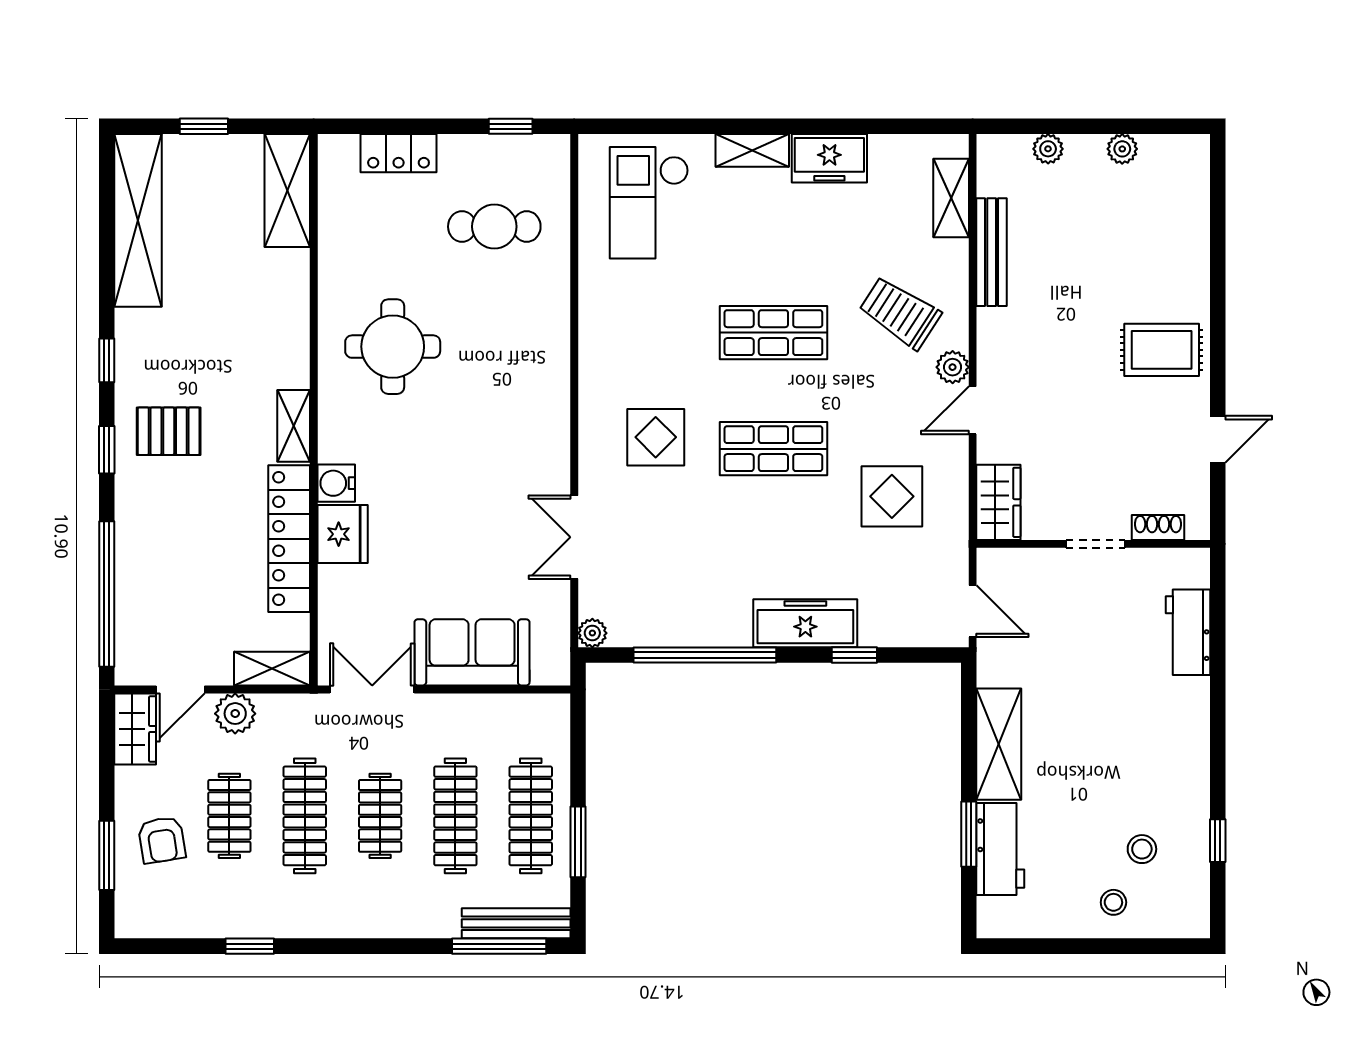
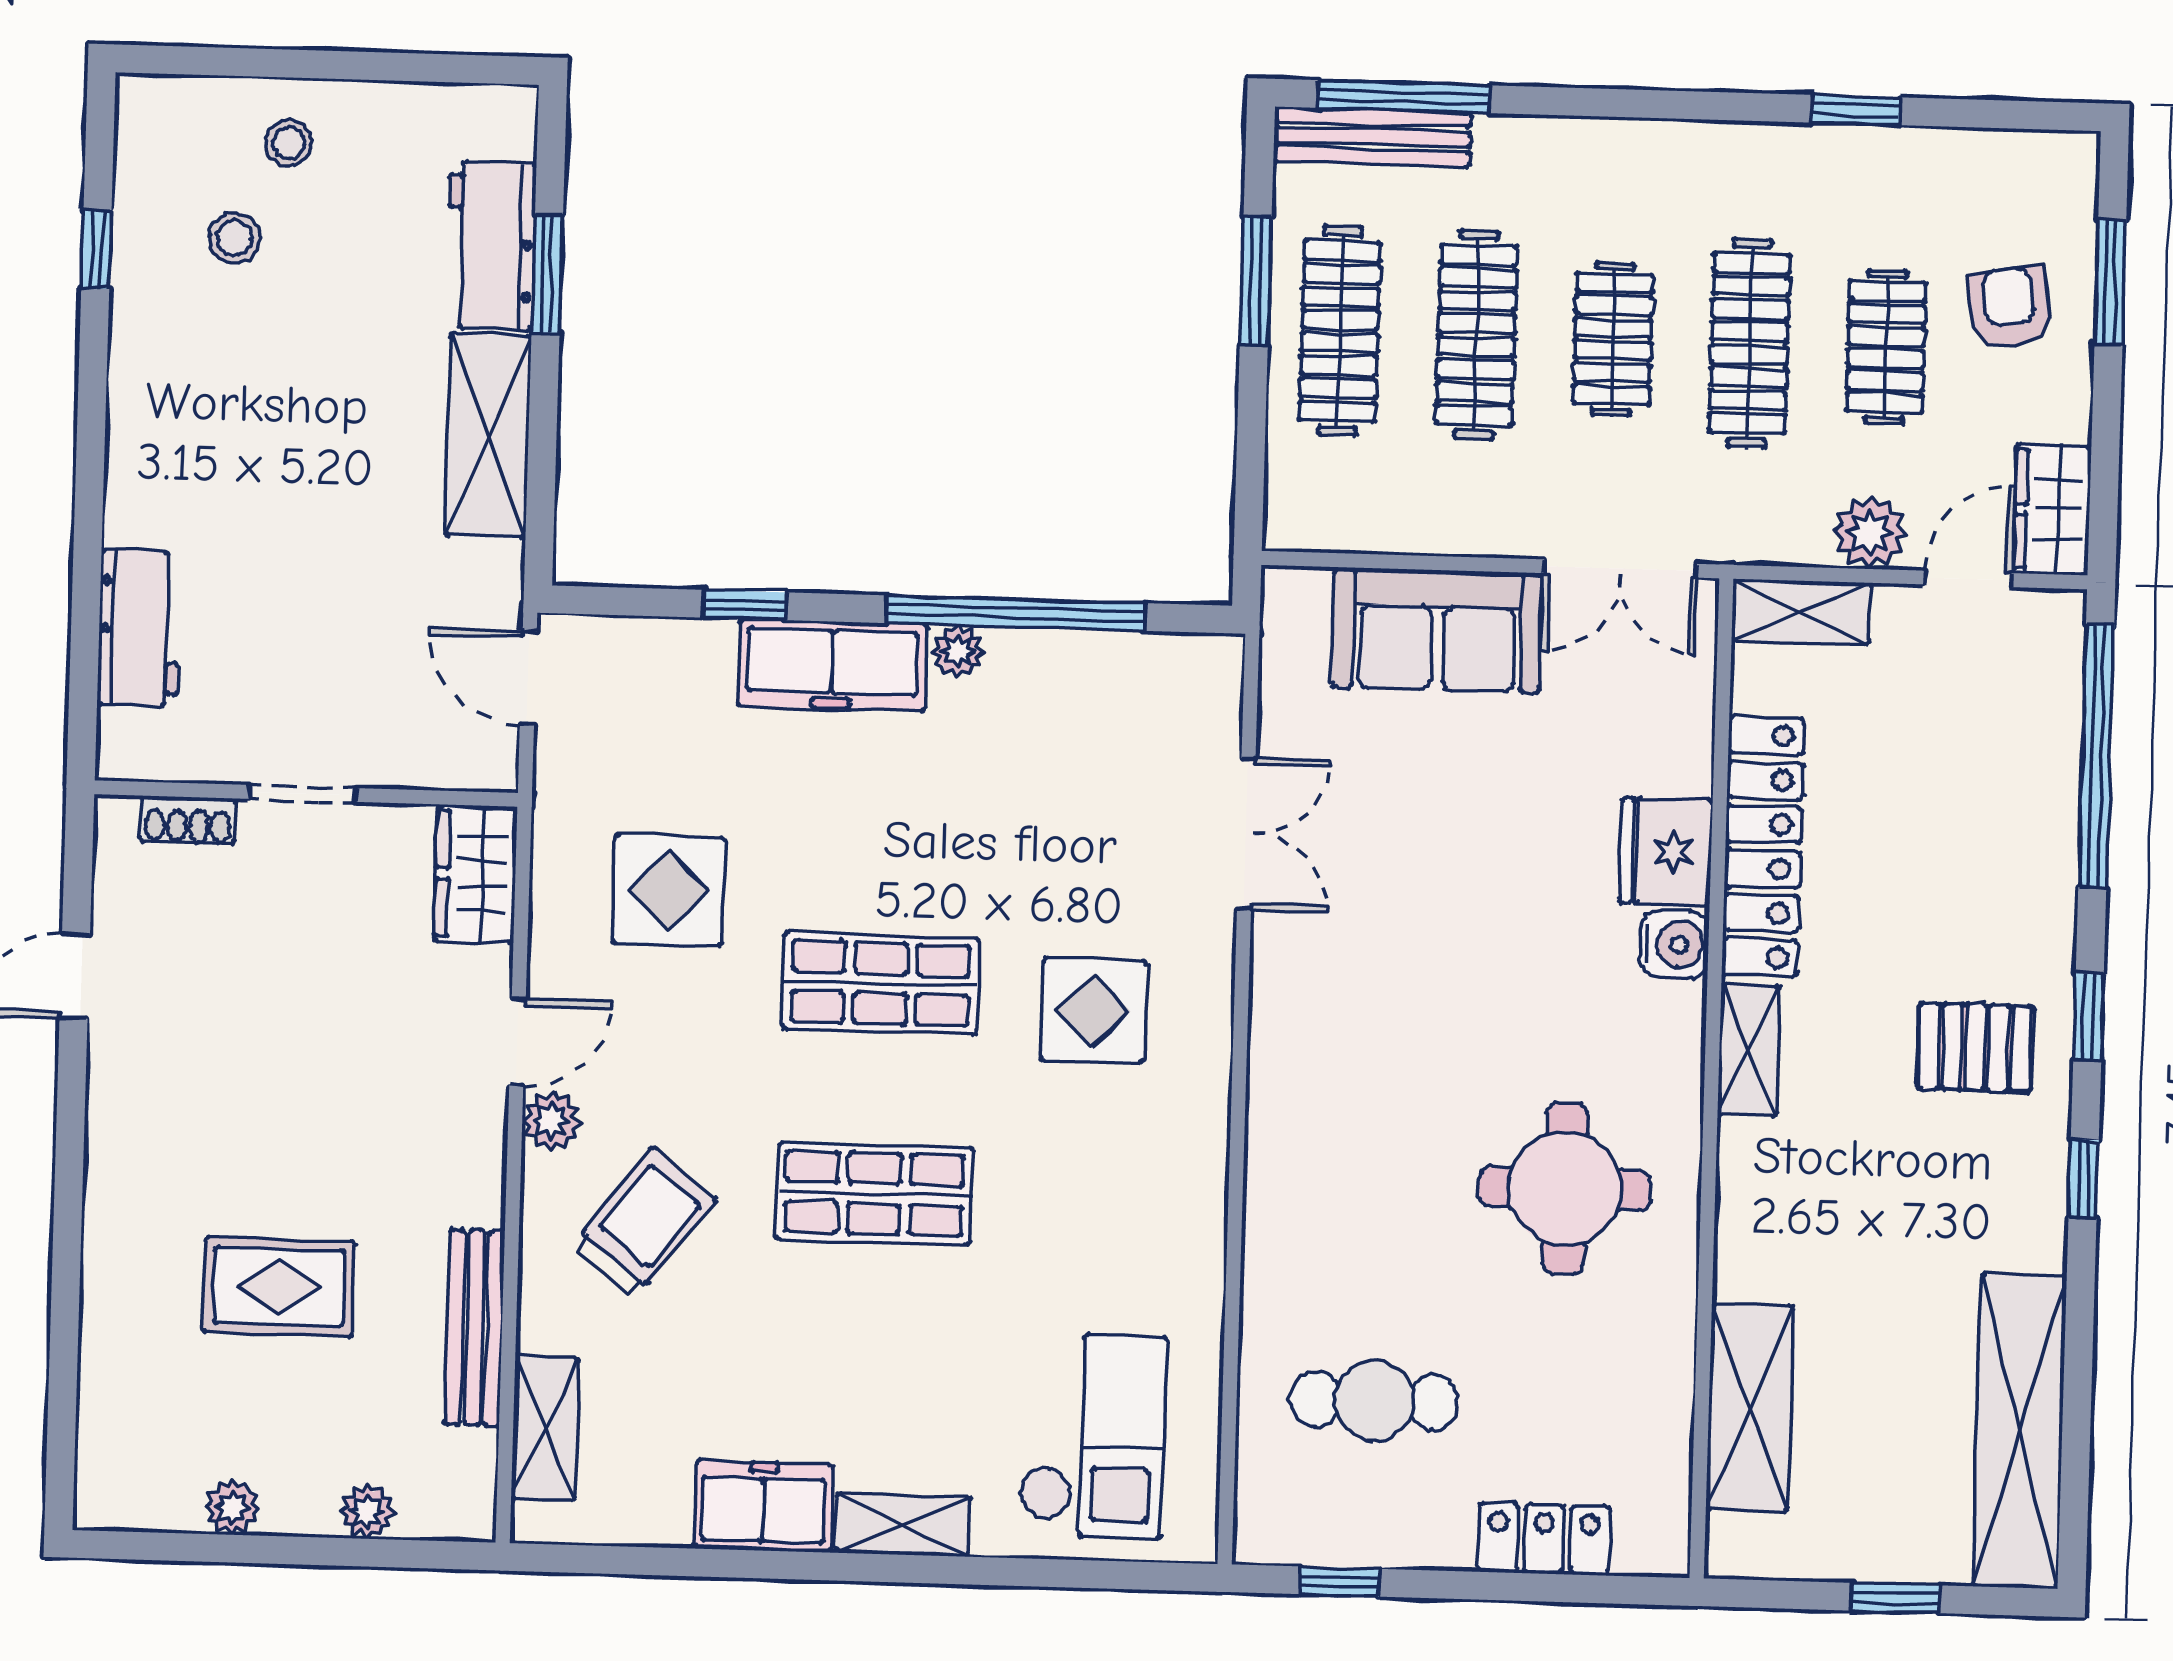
shelving: (287, 191) -> (1750, 1408), moved
trolley: (900, 313) -> (644, 1223), turned -85
rug: (1162, 350) -> (279, 1287), moved
plant: (592, 633) -> (958, 651), moved

